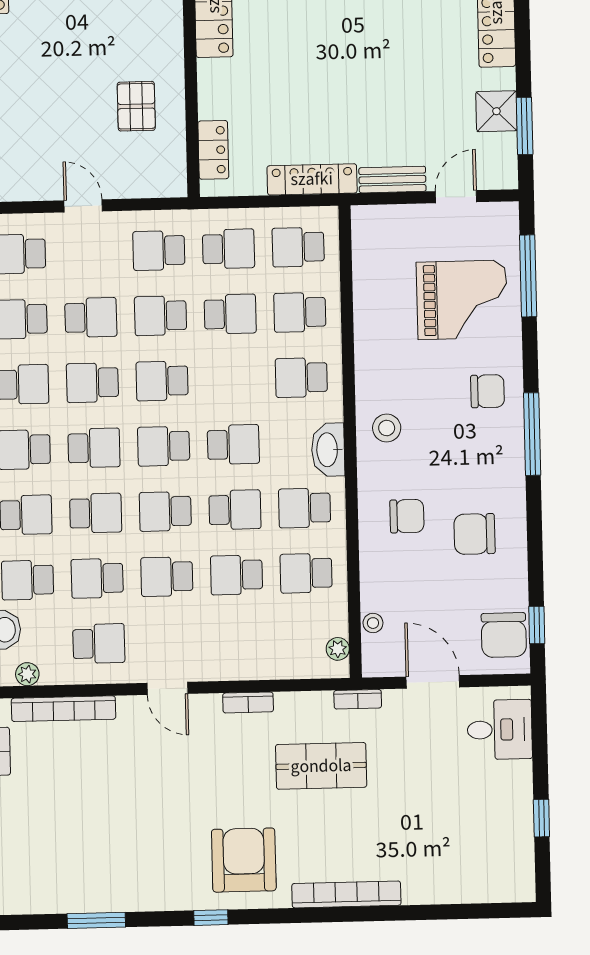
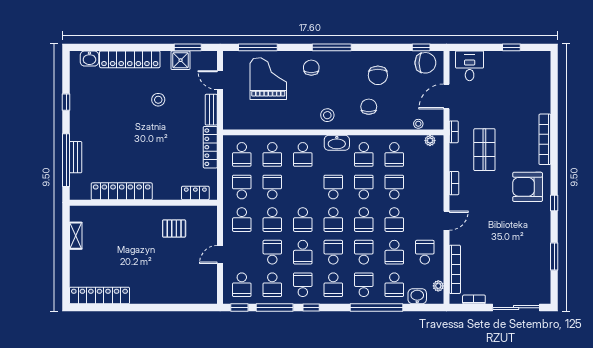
stool: (411, 66) -> (158, 100), added
school desk: (236, 575) -> (394, 187), turned 180

